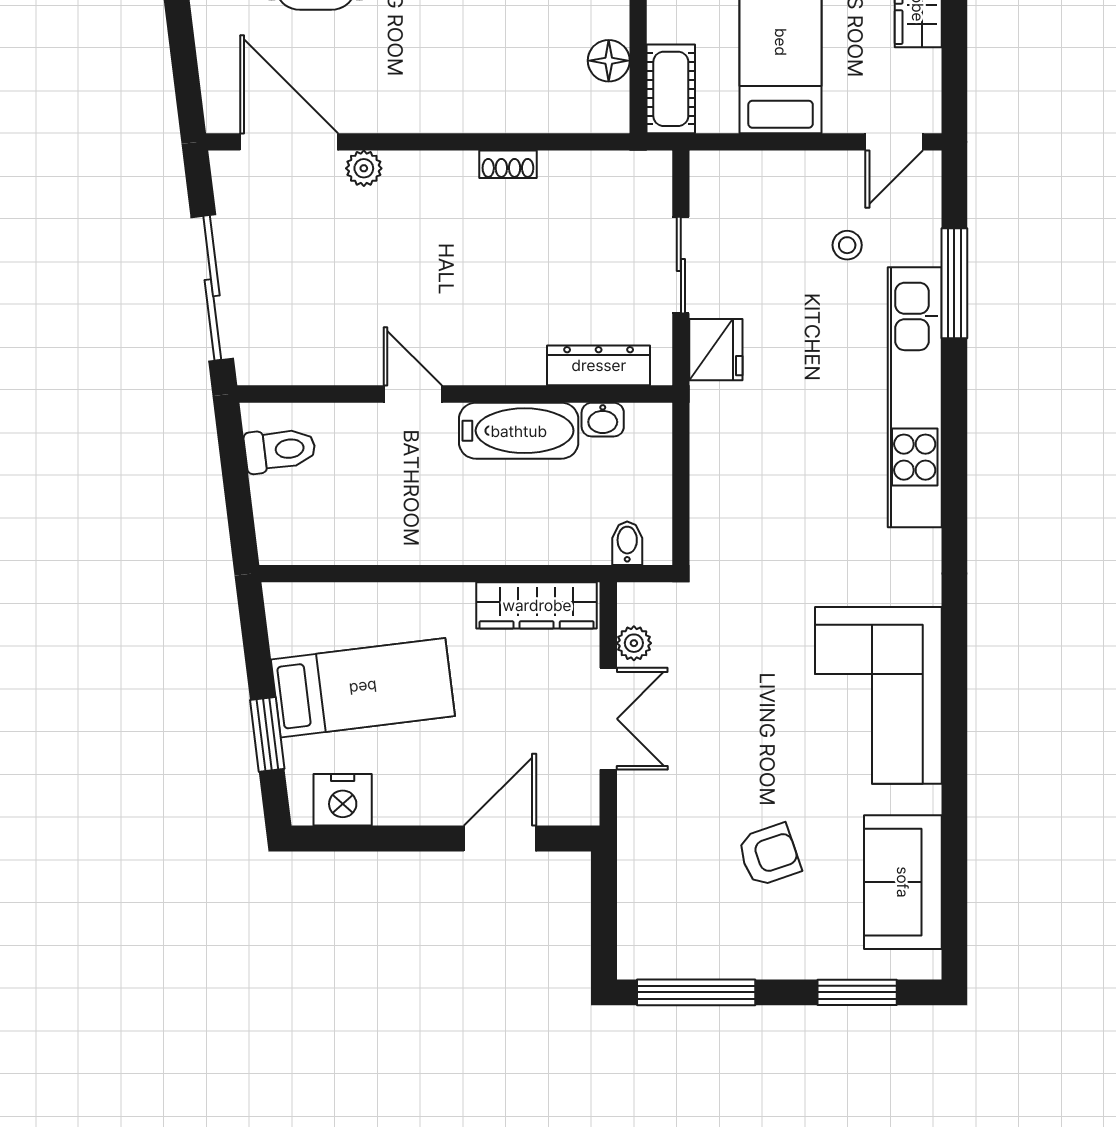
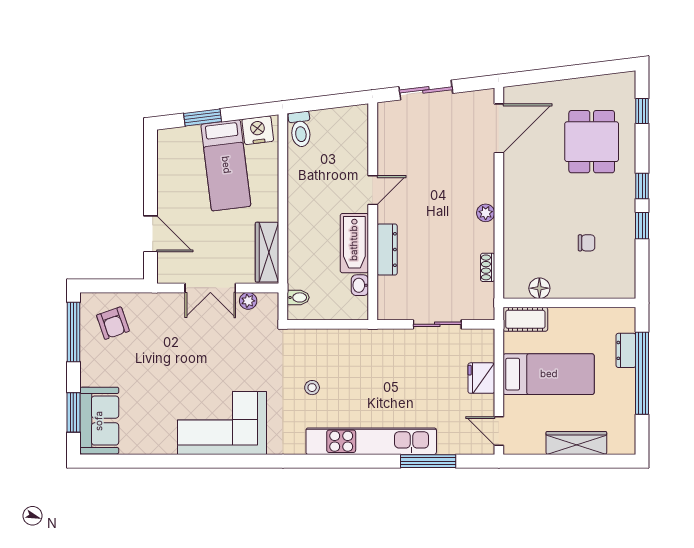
shoe rack: (508, 164) -> (488, 267), moved
plant: (364, 168) -> (486, 213), moved
stool: (847, 245) -> (312, 388), moved
sliding door: (212, 288) -> (426, 90), width x0.73
fridge: (716, 350) -> (481, 378), moved, turned 90
dresser: (599, 365) -> (387, 250), moved
toilet: (280, 450) -> (300, 129), moved
nightstand: (343, 800) -> (258, 130), moved, turned 83
armchair: (769, 855) -> (113, 323), moved
sofa: (903, 882) -> (99, 421), moved, turned 90

